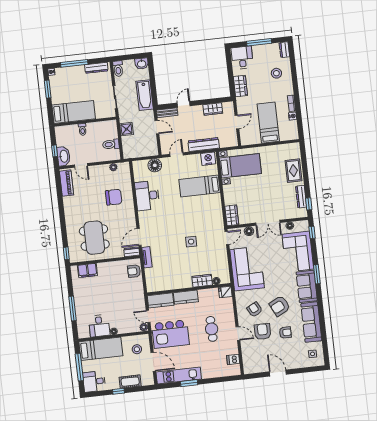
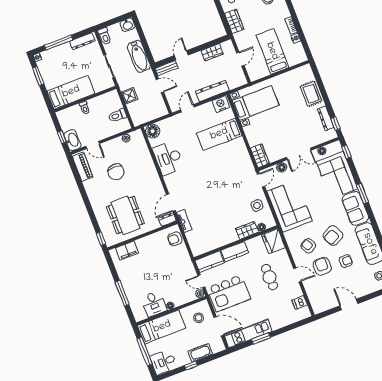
floor lamp: (155, 165) -> (153, 131), moved
chair: (114, 197) -> (116, 172), moved, turned 90
side table: (191, 242) -> (257, 206), moved
fridge: (225, 292) -> (273, 241), width x1.88, depth x1.34

